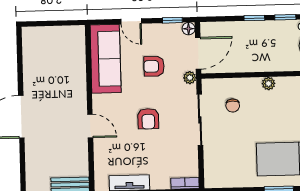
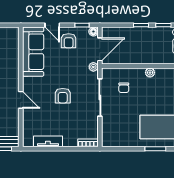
armchair: (154, 66) -> (69, 41), moved, turned -90

